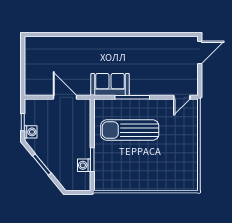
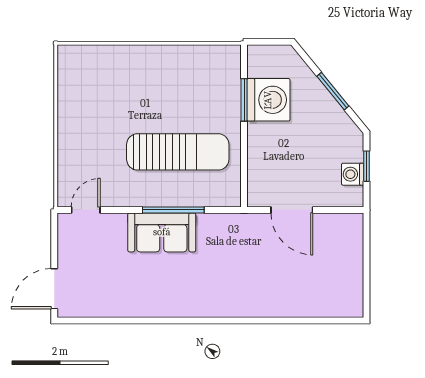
sofa: (110, 84) -> (162, 232), moved
washing machine: (31, 132) -> (353, 174), moved
washing machine: (84, 165) -> (268, 100), width x1.89, depth x1.89

